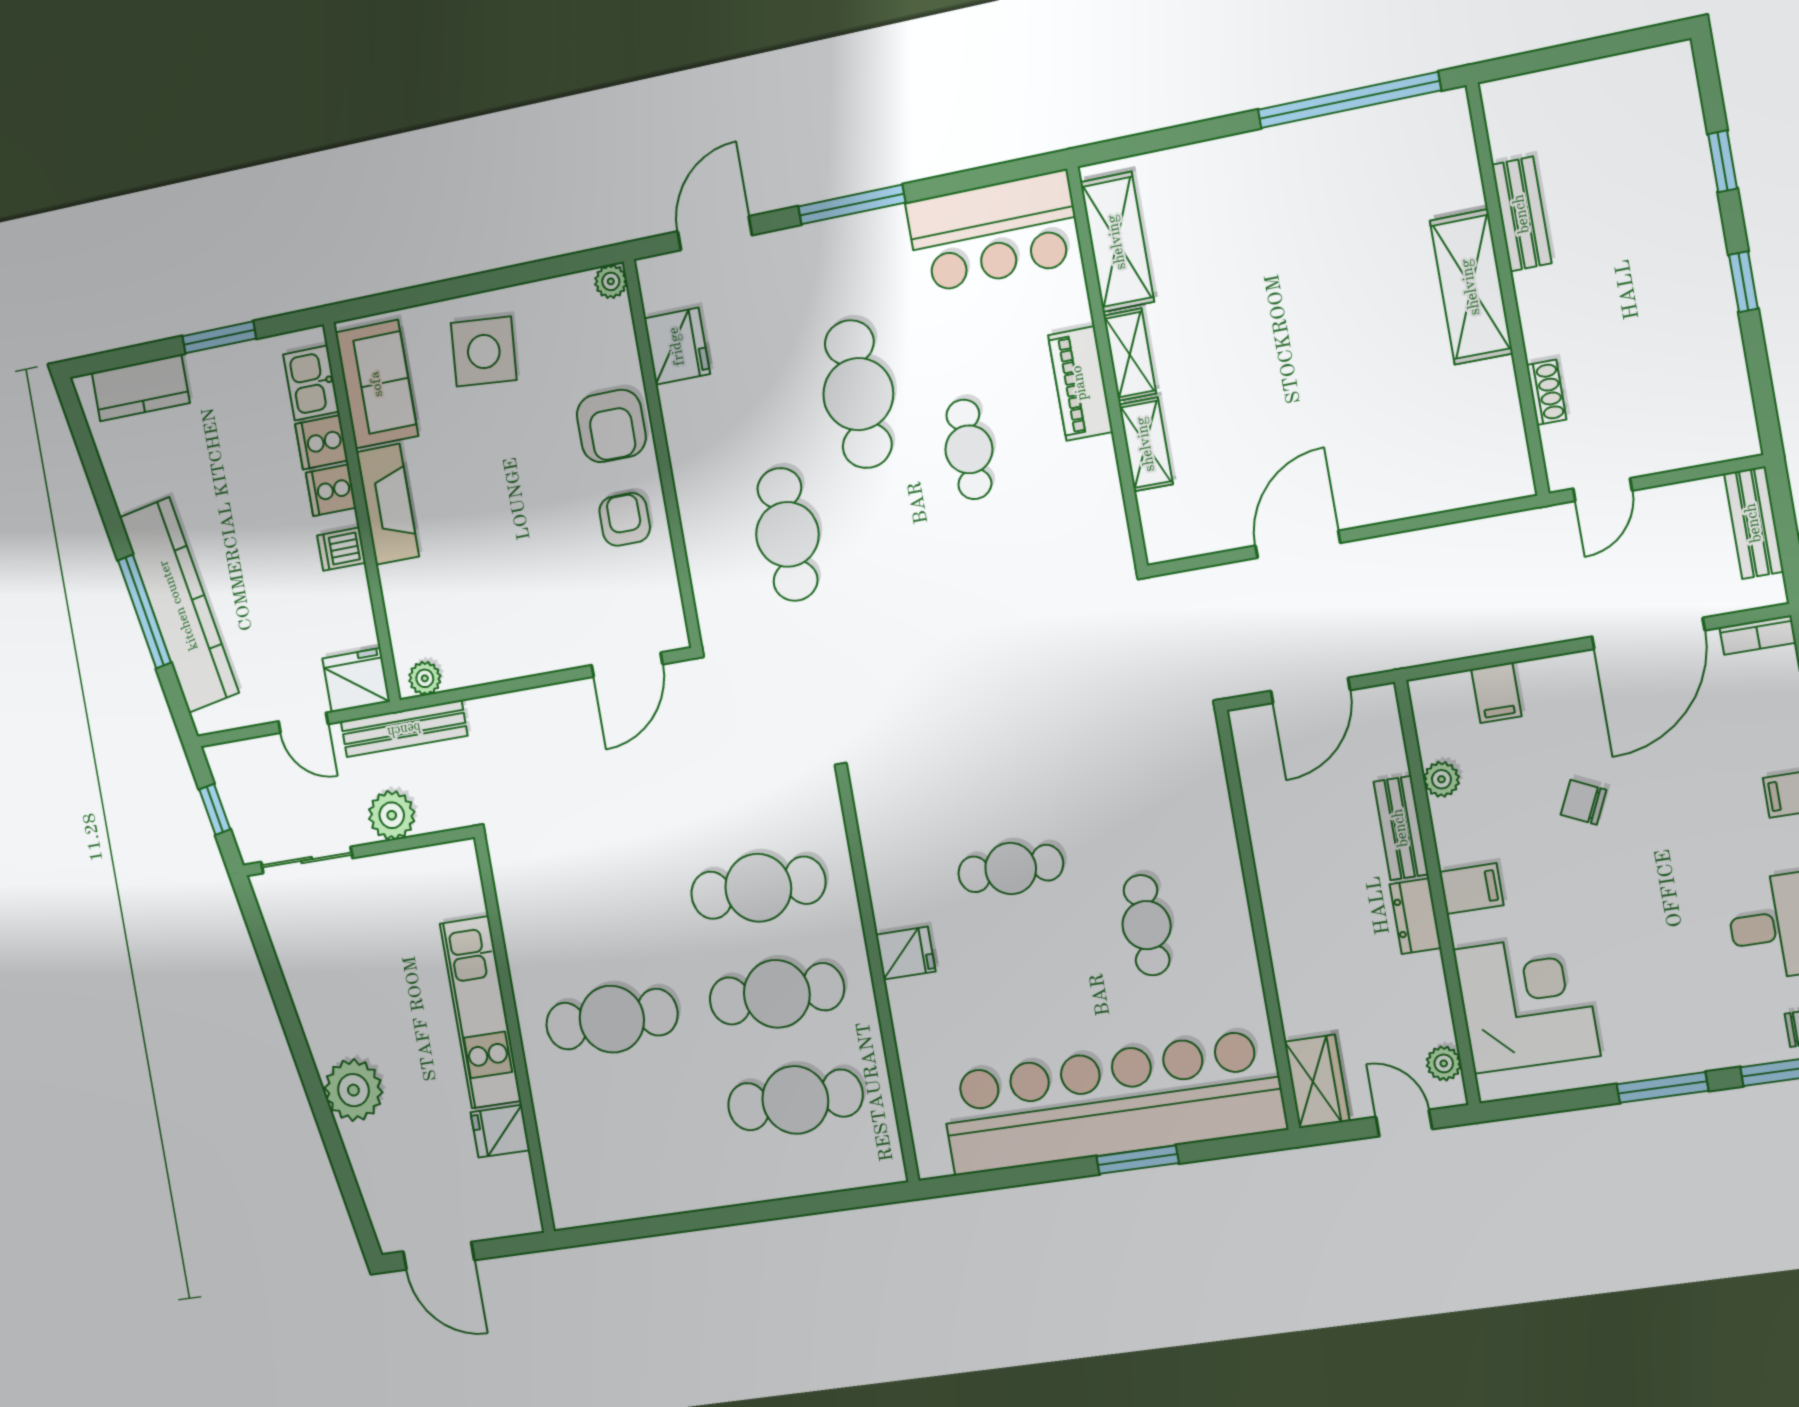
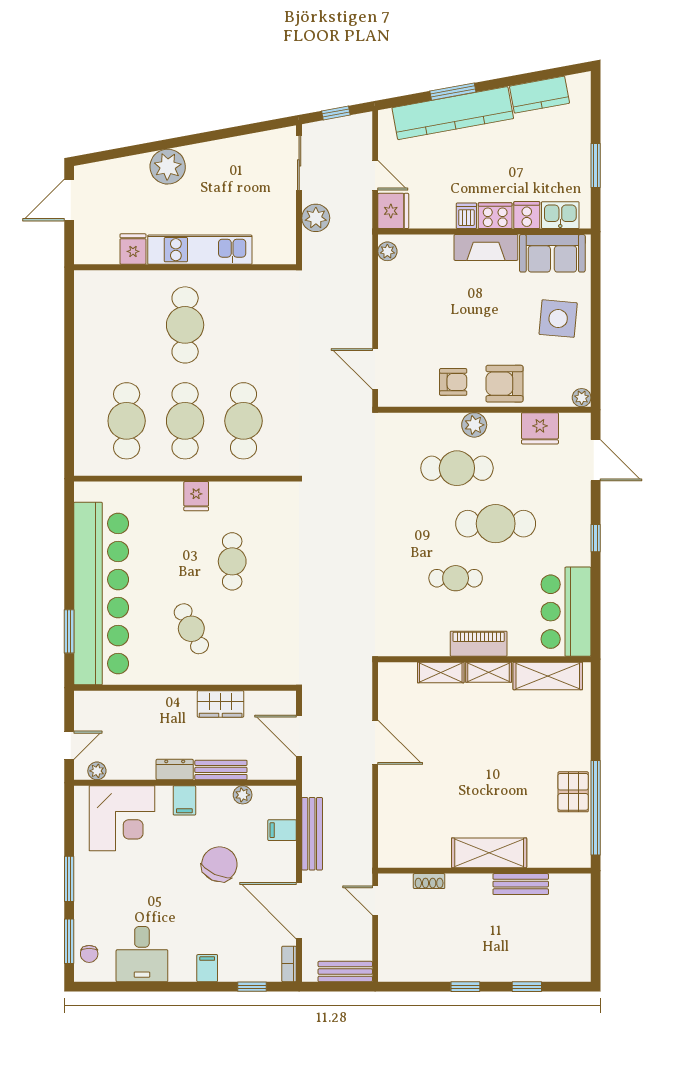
pallet: (1326, 149) -> (573, 792), added
window: (852, 204) -> (596, 538), width x0.46
kitchen counter: (141, 388) -> (539, 95), moved, turned -100
plant: (692, 467) -> (474, 425), added
cooker: (331, 490) -> (495, 216), width x1.36
cafe table: (787, 534) -> (457, 468), moved
window: (144, 611) -> (453, 92), width x0.69
door: (303, 723) -> (375, 175), swing flipped
bench: (404, 729) -> (312, 834), moved
chair: (1584, 802) -> (219, 864), width x1.87, depth x1.87
cafe table: (1147, 925) -> (191, 629), turned 64
wardrobe: (1317, 1081) -> (221, 704), moved
window: (1138, 1160) -> (69, 631), moved

